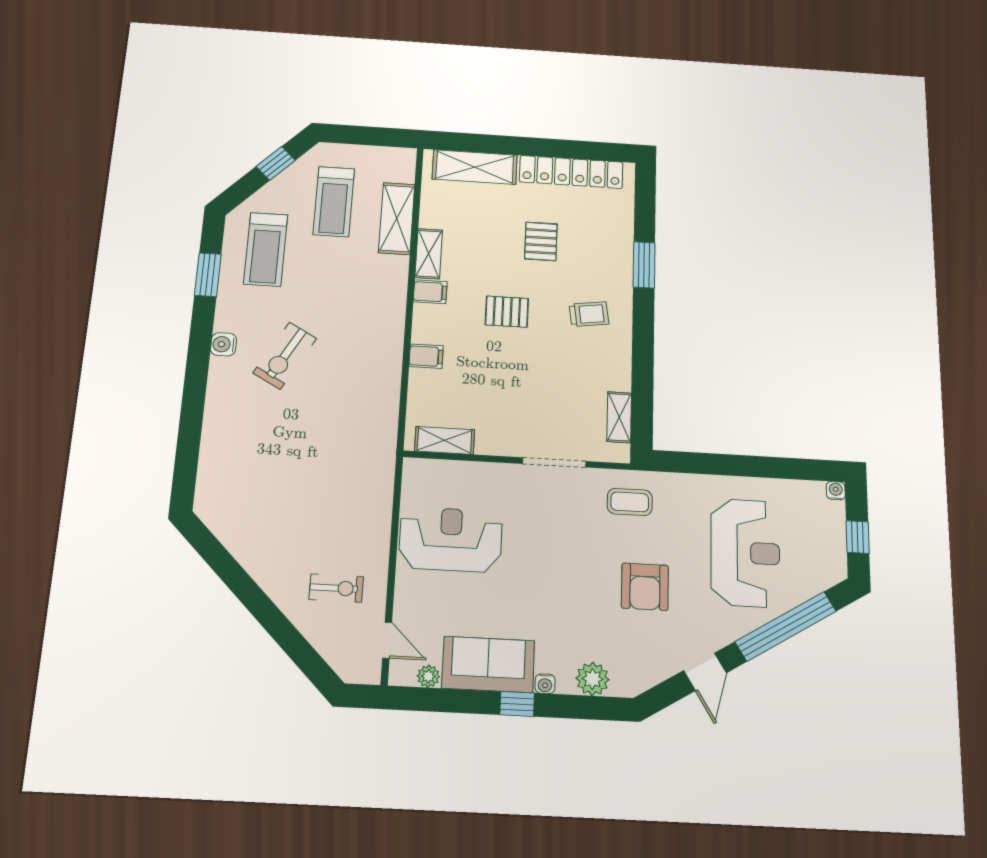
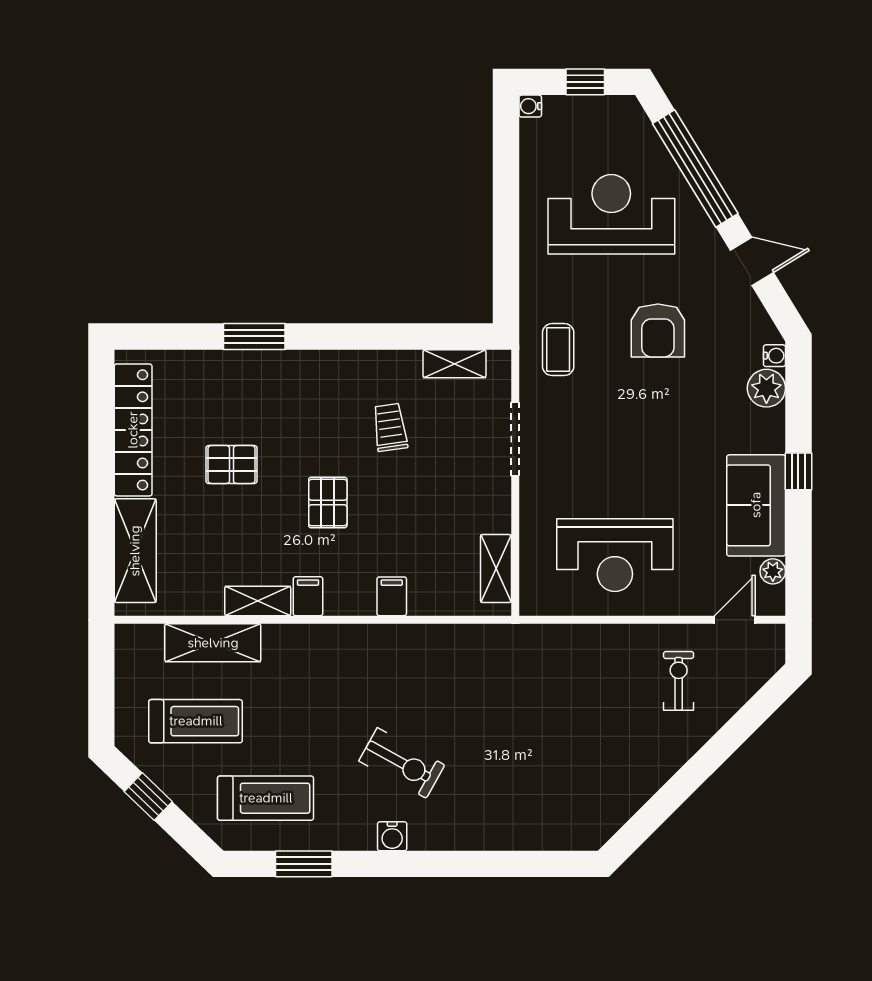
trolley: (589, 314) -> (390, 427), moved
reception desk: (451, 540) -> (615, 555), turned -90
armchair: (645, 587) -> (658, 330), turned 90
water cooler: (545, 684) -> (774, 356), moved

